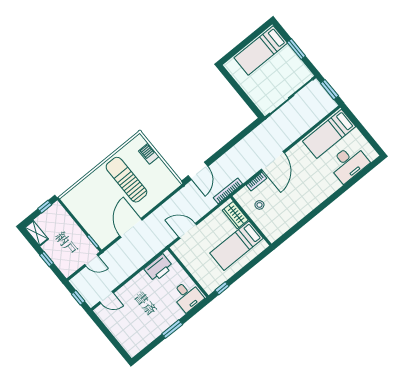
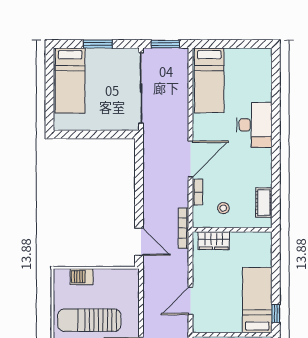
door: (273, 161) -> (190, 159), hinge flipped
desk: (348, 163) -> (254, 125), moved
cot: (283, 227) -> (264, 203), added
bed: (237, 246) -> (257, 300), moved, turned 180

